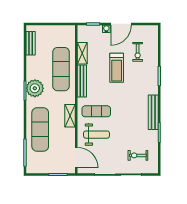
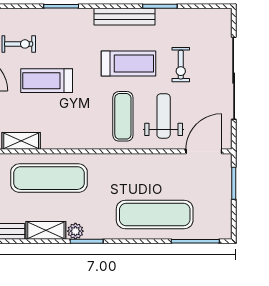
treadmill: (117, 68) -> (47, 81), turned 180
bench: (82, 81) -> (70, 142), removed
plant: (35, 88) -> (75, 231), width x0.53, depth x0.53
treadmill: (126, 114) -> (128, 63), added
shelving: (70, 116) -> (46, 230), moved
exercise bike: (138, 155) -> (181, 65), moved

